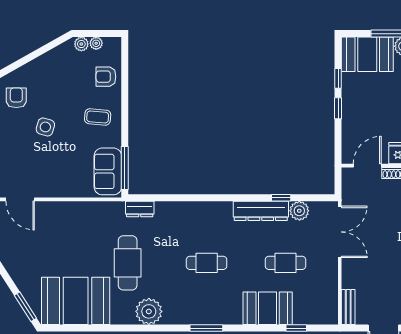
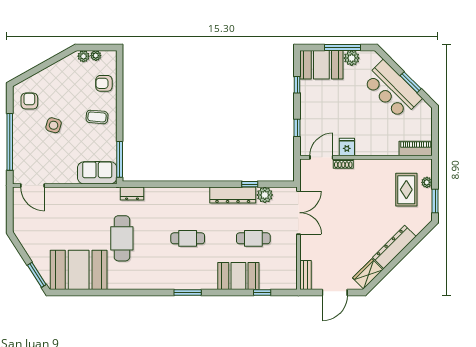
window: (338, 108) -> (297, 128), moved
sofa: (108, 171) -> (97, 173), moved, turned 90
plant: (149, 311) -> (140, 279), removed

